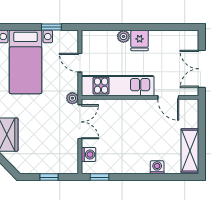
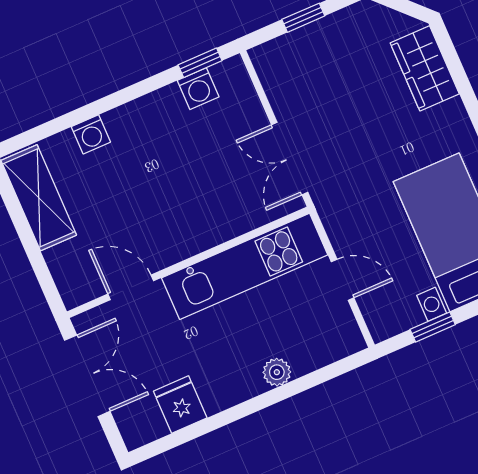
fridge: (140, 40) -> (180, 405), moved
plant: (72, 98) -> (326, 200), removed
washing machine: (89, 154) -> (198, 89), moved, turned -90

